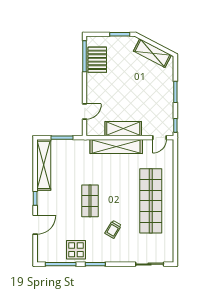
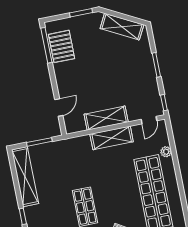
shelving: (116, 147) -> (112, 138), width x0.68
plant: (169, 168) -> (166, 152), added

